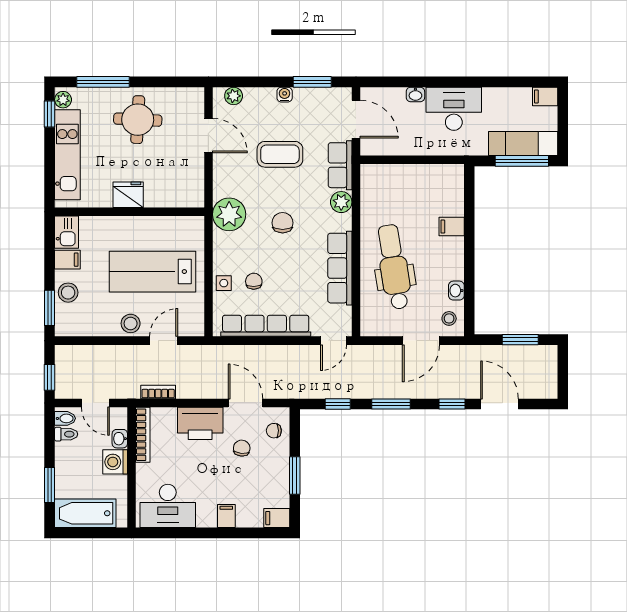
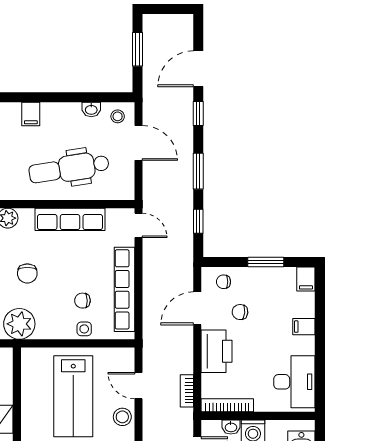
chair: (283, 223) -> (27, 273), turned -90
chair: (274, 431) -> (223, 282), turned 90

